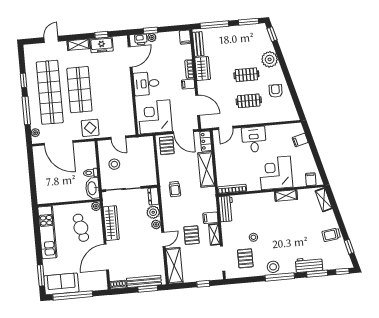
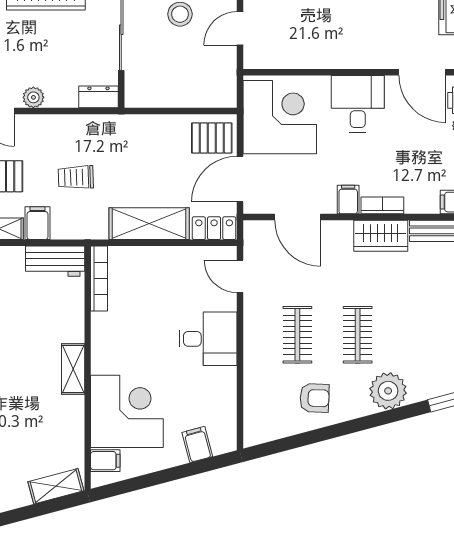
door: (198, 105) -> (298, 217), hinge flipped
corner desk: (276, 173) -> (127, 411), moved
trolley: (175, 189) -> (76, 177), moved
shelving: (286, 196) -> (73, 369), moved
plant: (153, 212) -> (62, 93), removed

